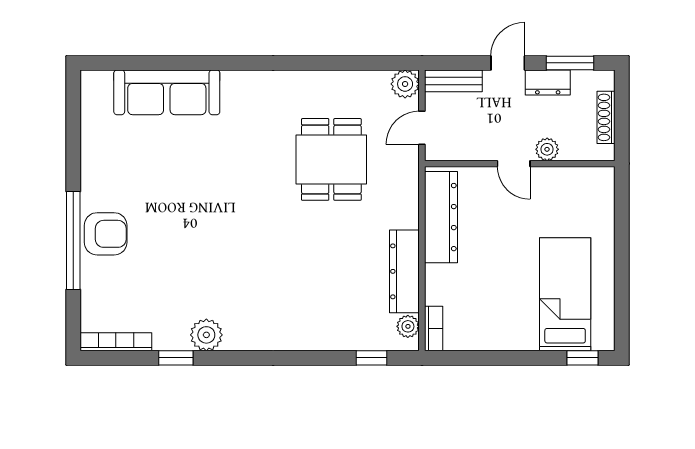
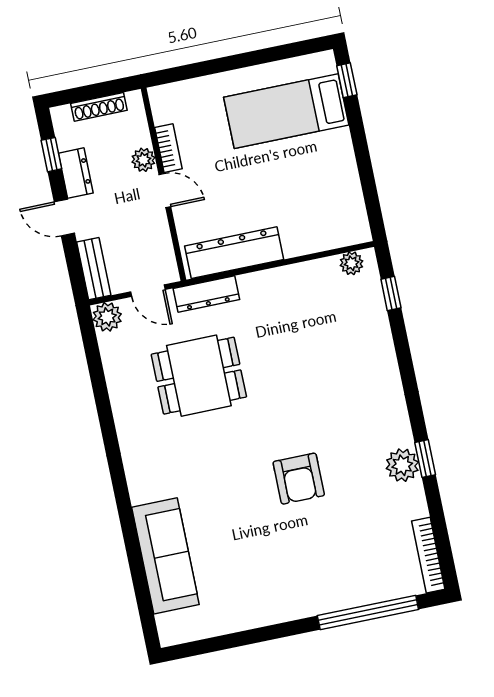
window: (570, 63) -> (51, 155), width x0.67
door: (514, 164) -> (165, 191), hinge flipped
armchair: (106, 234) -> (299, 479), moved, turned 180
window: (73, 241) -> (368, 613), moved
dresser: (404, 271) -> (206, 294), moved, width x0.73, depth x0.80
bookcase: (434, 329) -> (168, 148), moved, turned 90
window: (176, 358) -> (425, 459), moved

